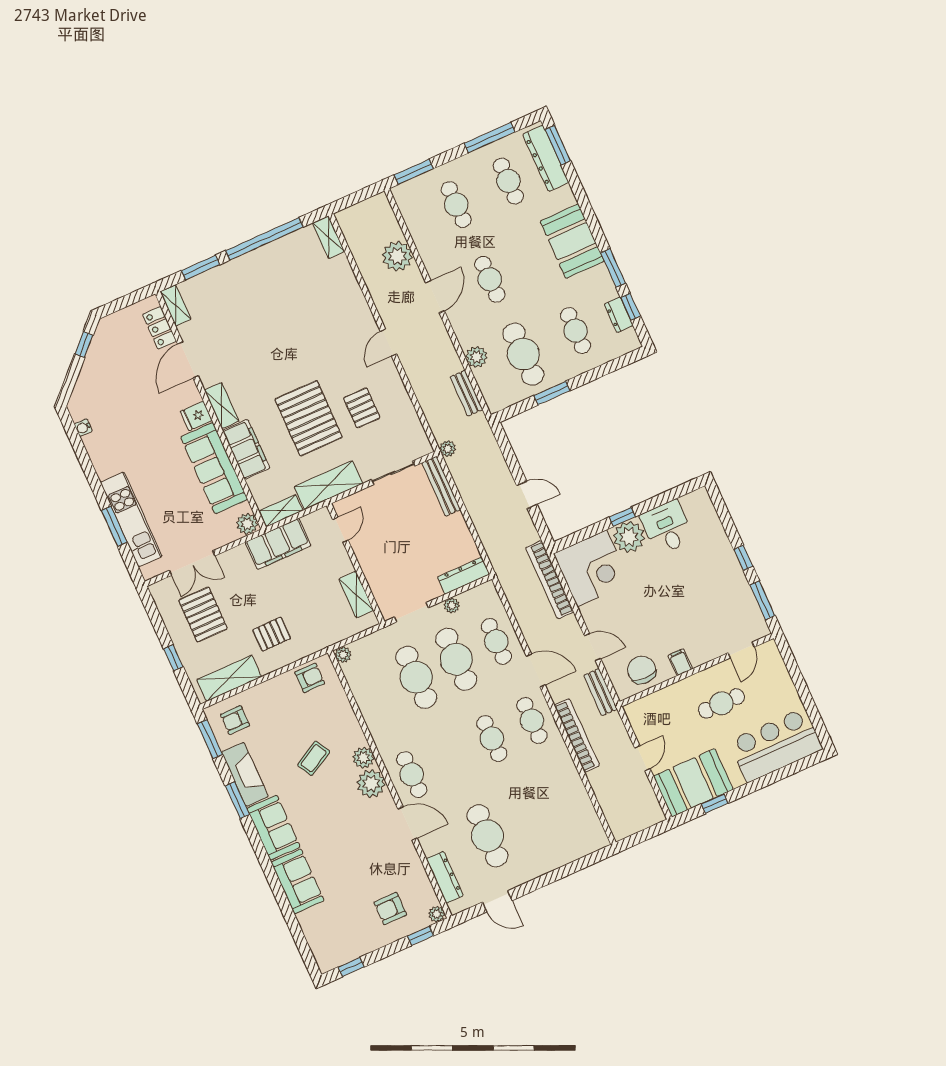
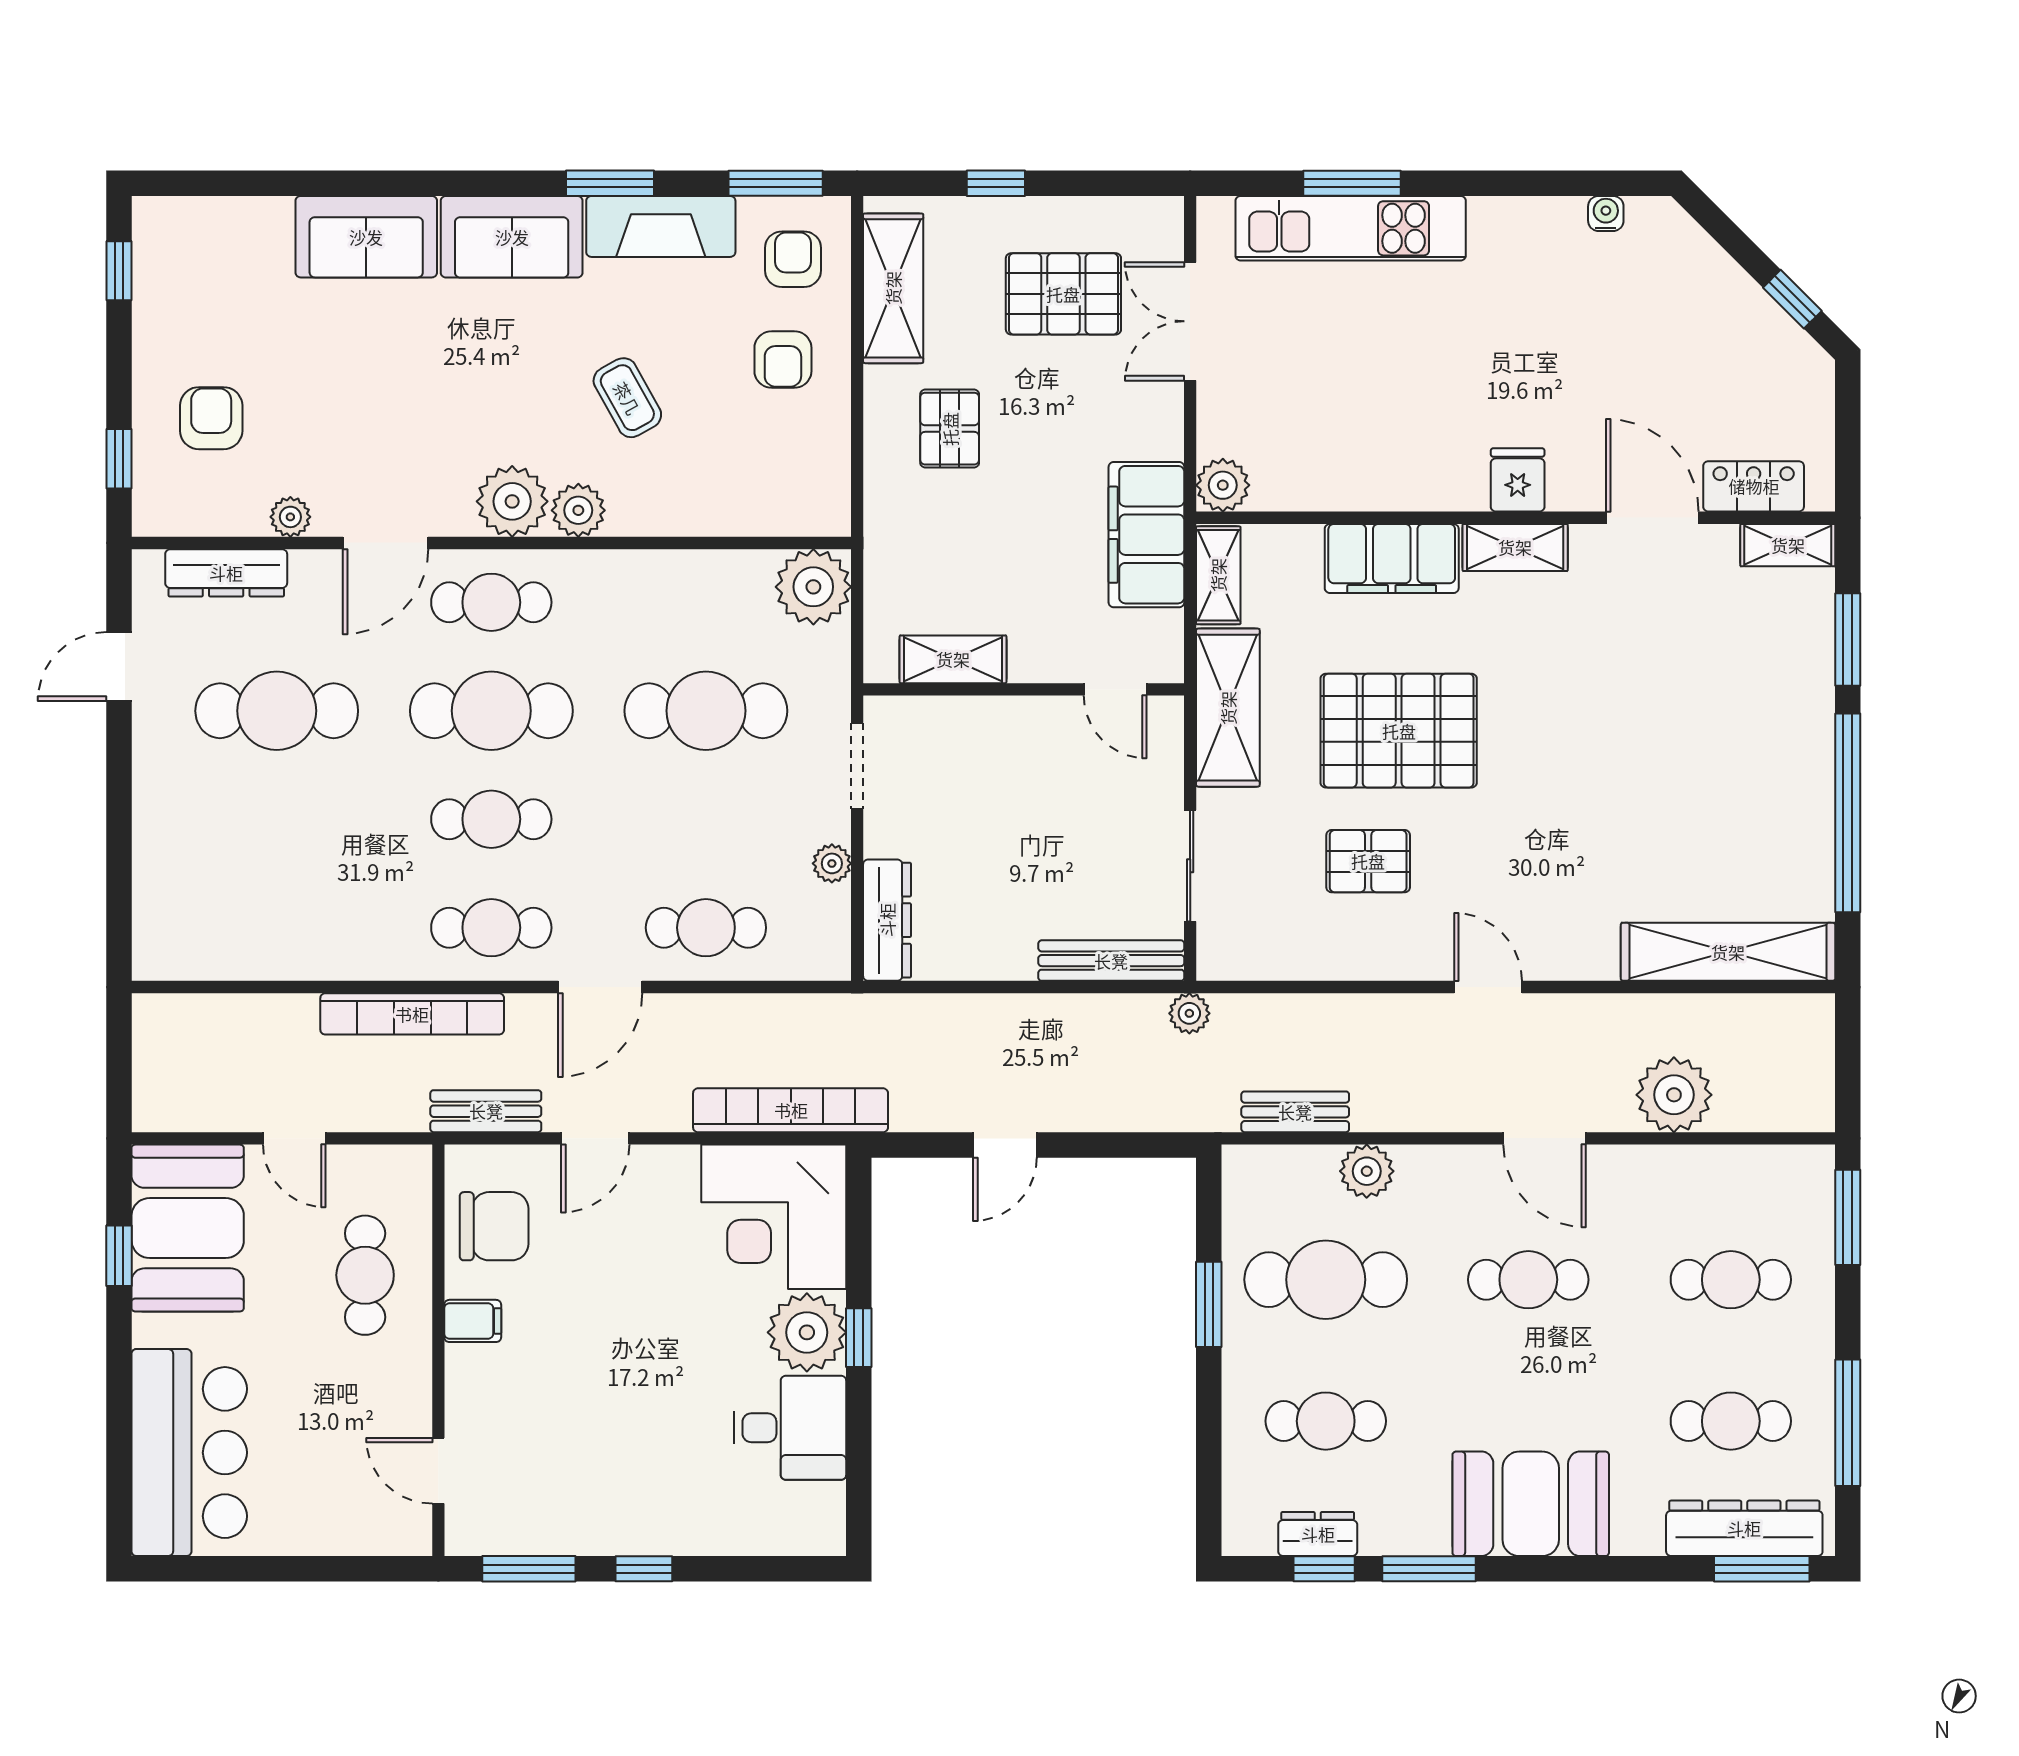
shelving: (329, 237) -> (1728, 952), width x2.20, depth x1.33
sofa: (214, 468) -> (1382, 467), removed
plant: (343, 655) -> (813, 587), width x1.87, depth x1.87
cafe table: (456, 659) -> (491, 711), moved
armchair: (310, 678) -> (783, 360), moved
cafe table: (721, 703) -> (365, 1275), moved
plant: (437, 914) -> (290, 517), moved

